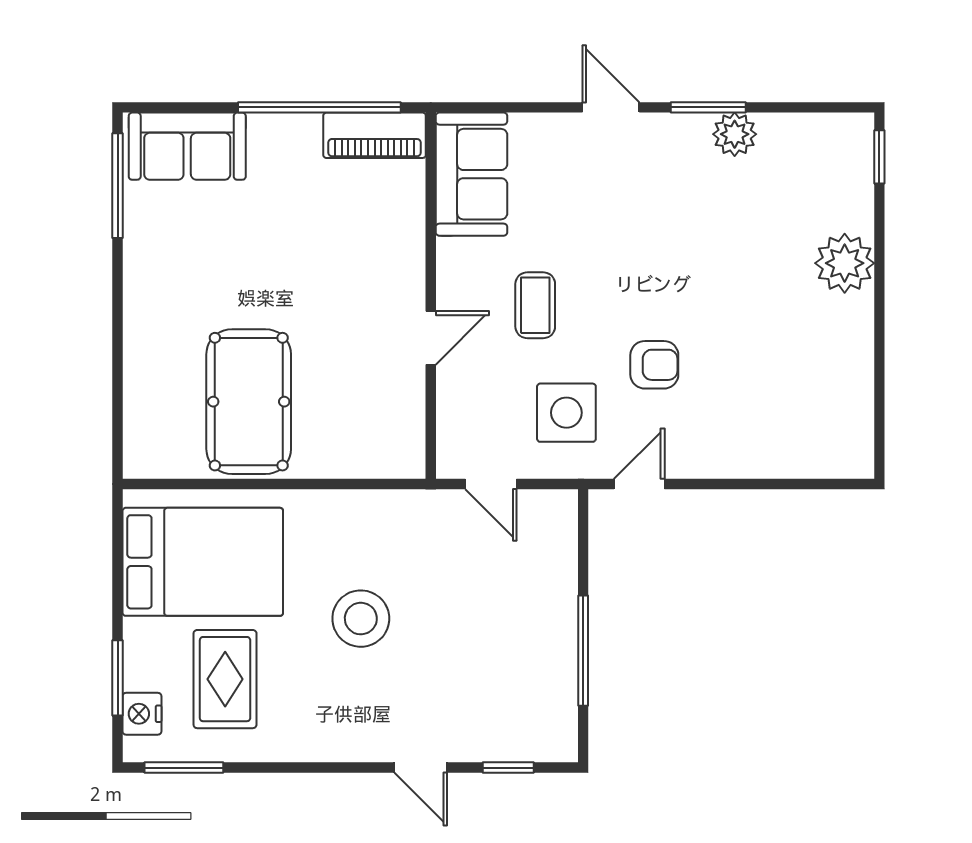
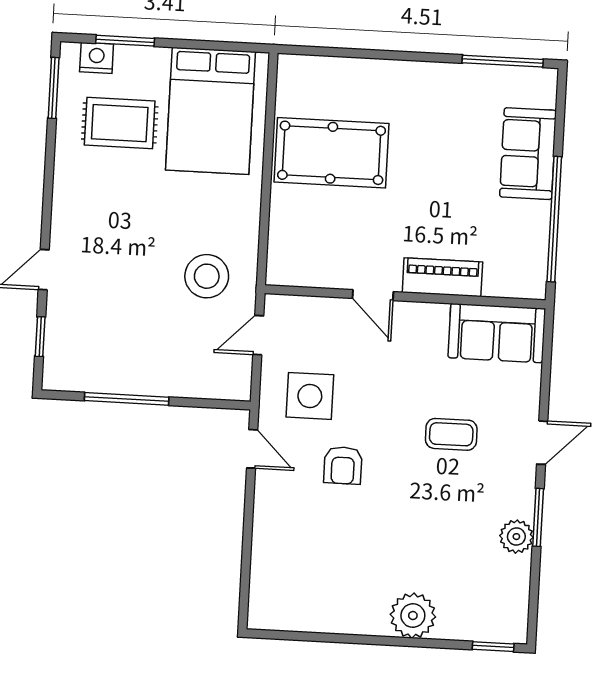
piano: (375, 135) -> (442, 277), moved, turned 90
sofa: (187, 146) -> (528, 154), moved
coffee table: (535, 305) -> (451, 434), moved
stool: (361, 619) -> (207, 276), moved

